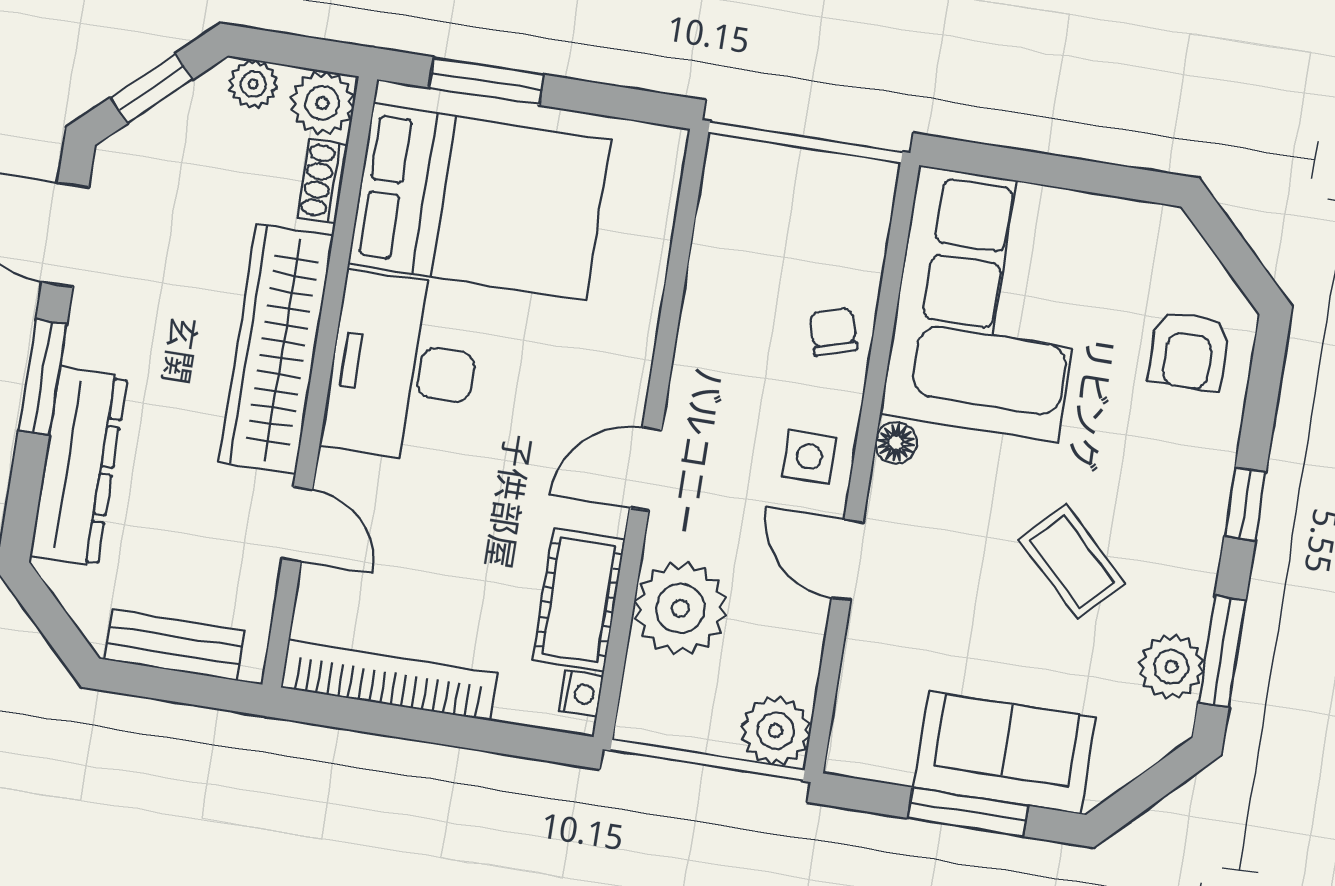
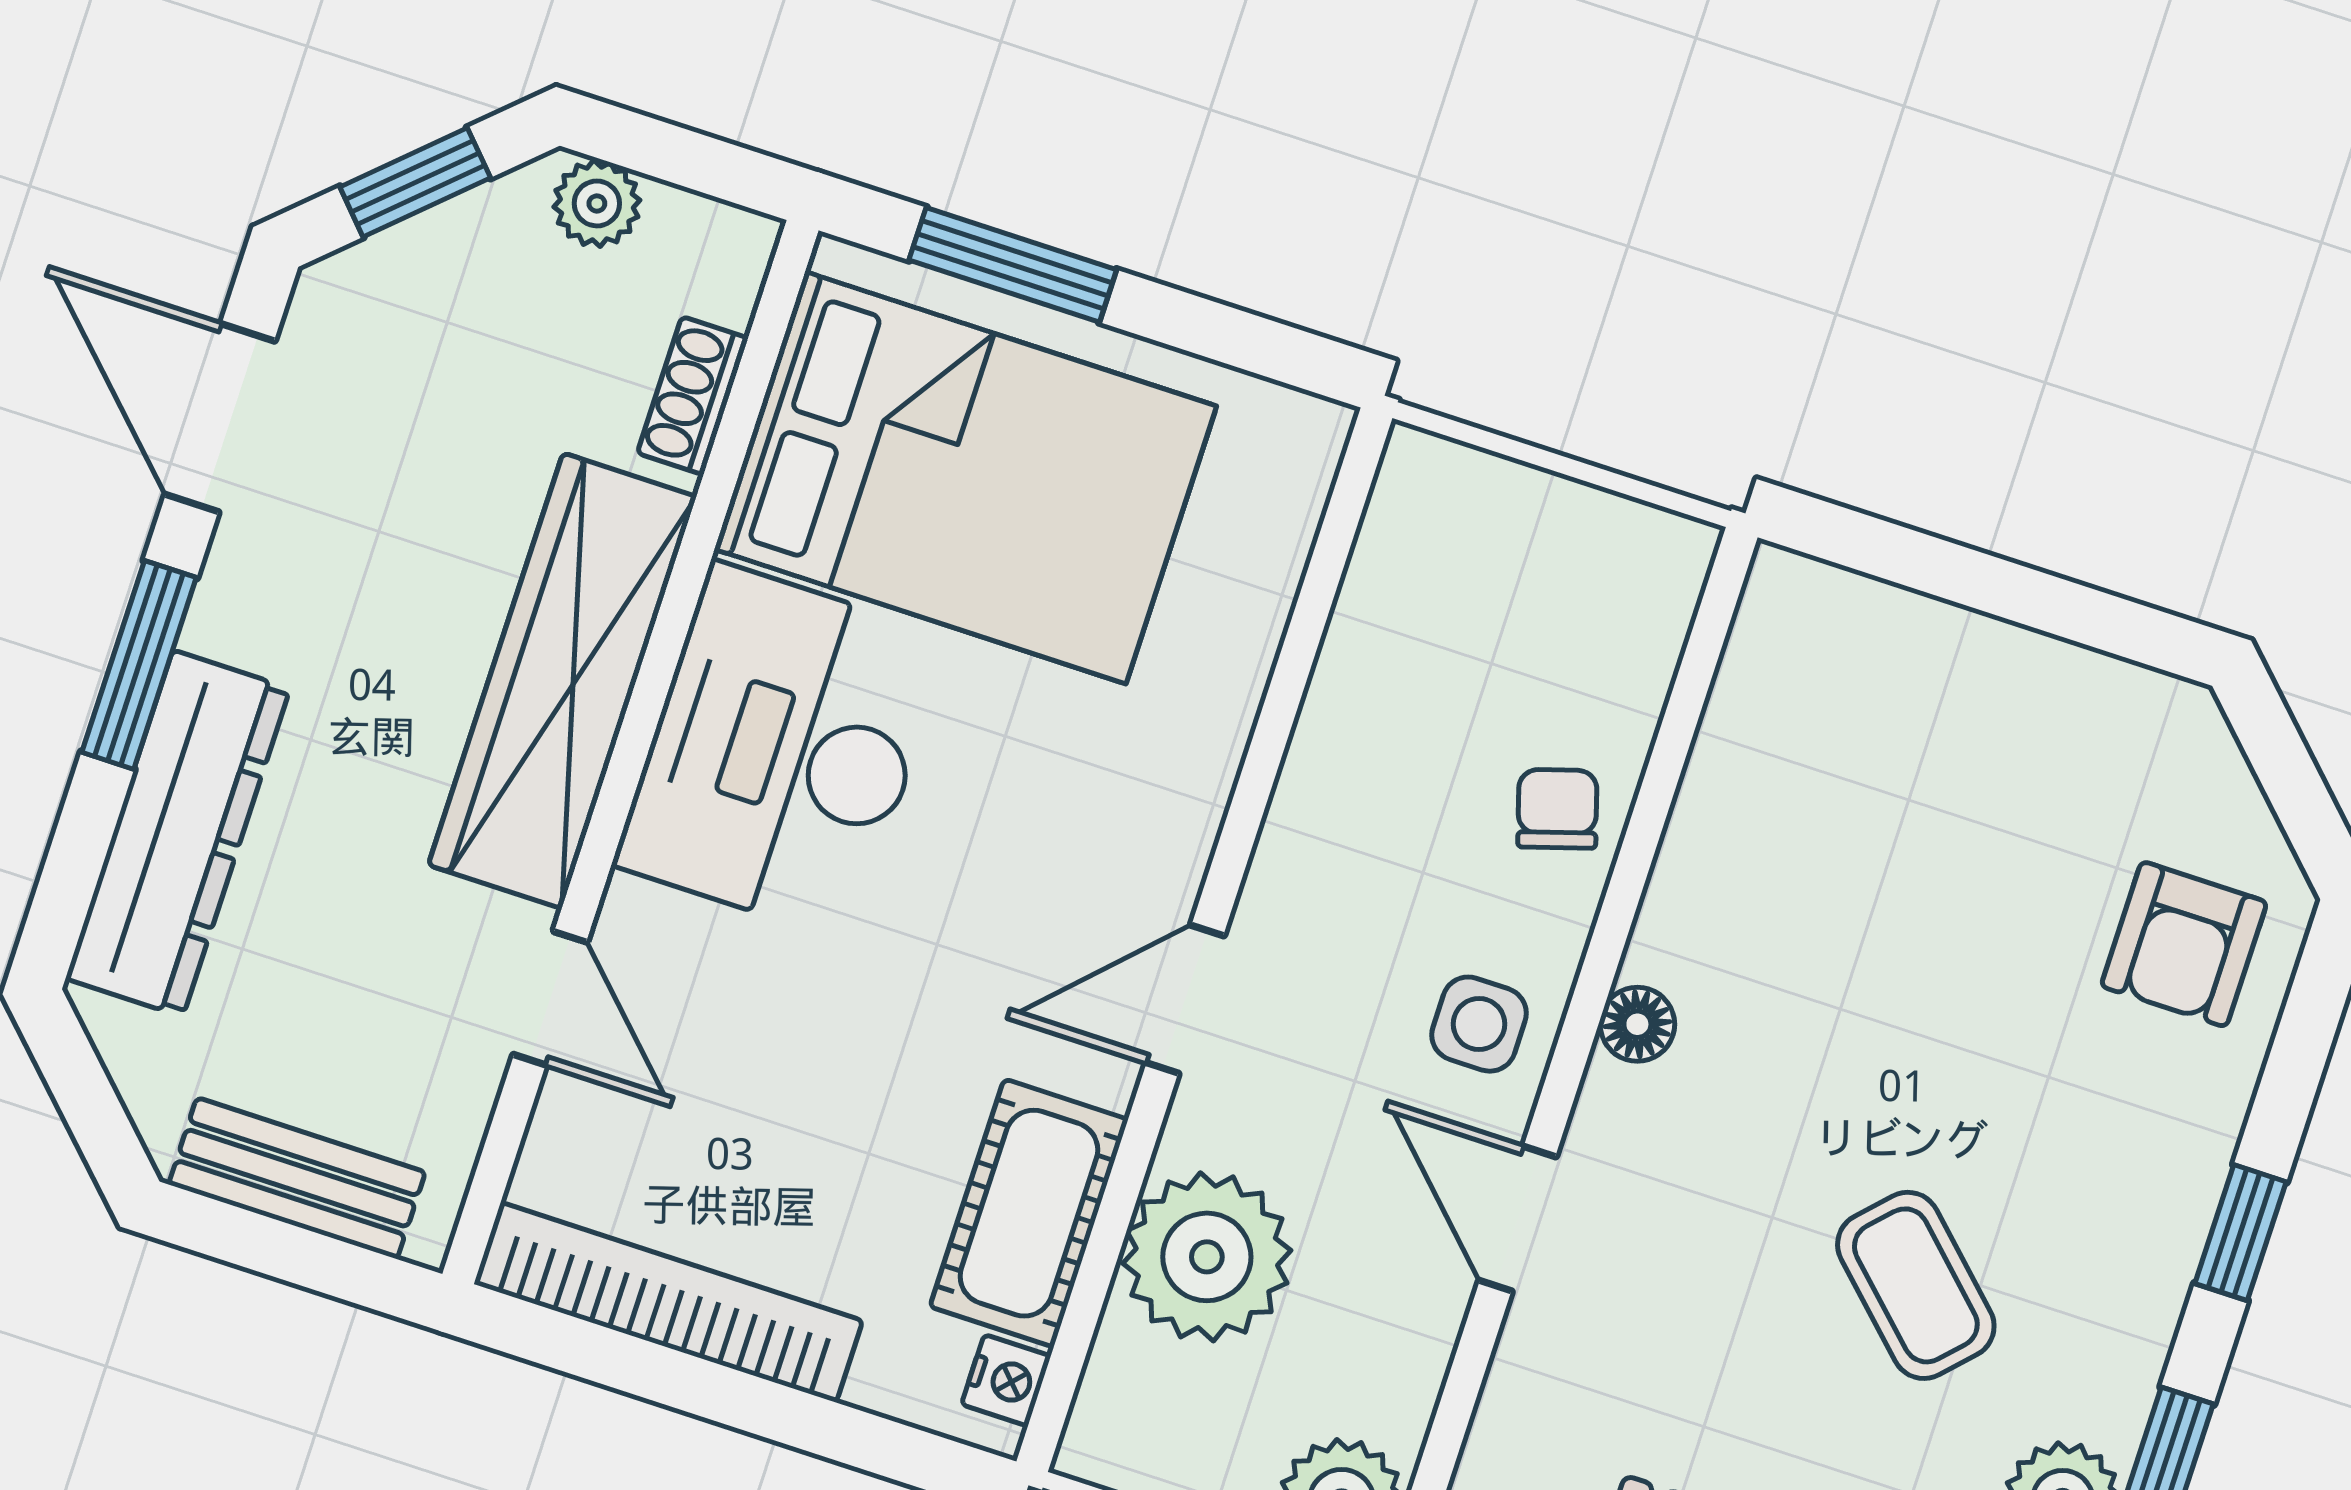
plant: (322, 103) -> (714, 257), removed
corner sofa: (988, 304) -> (1841, 803), removed

